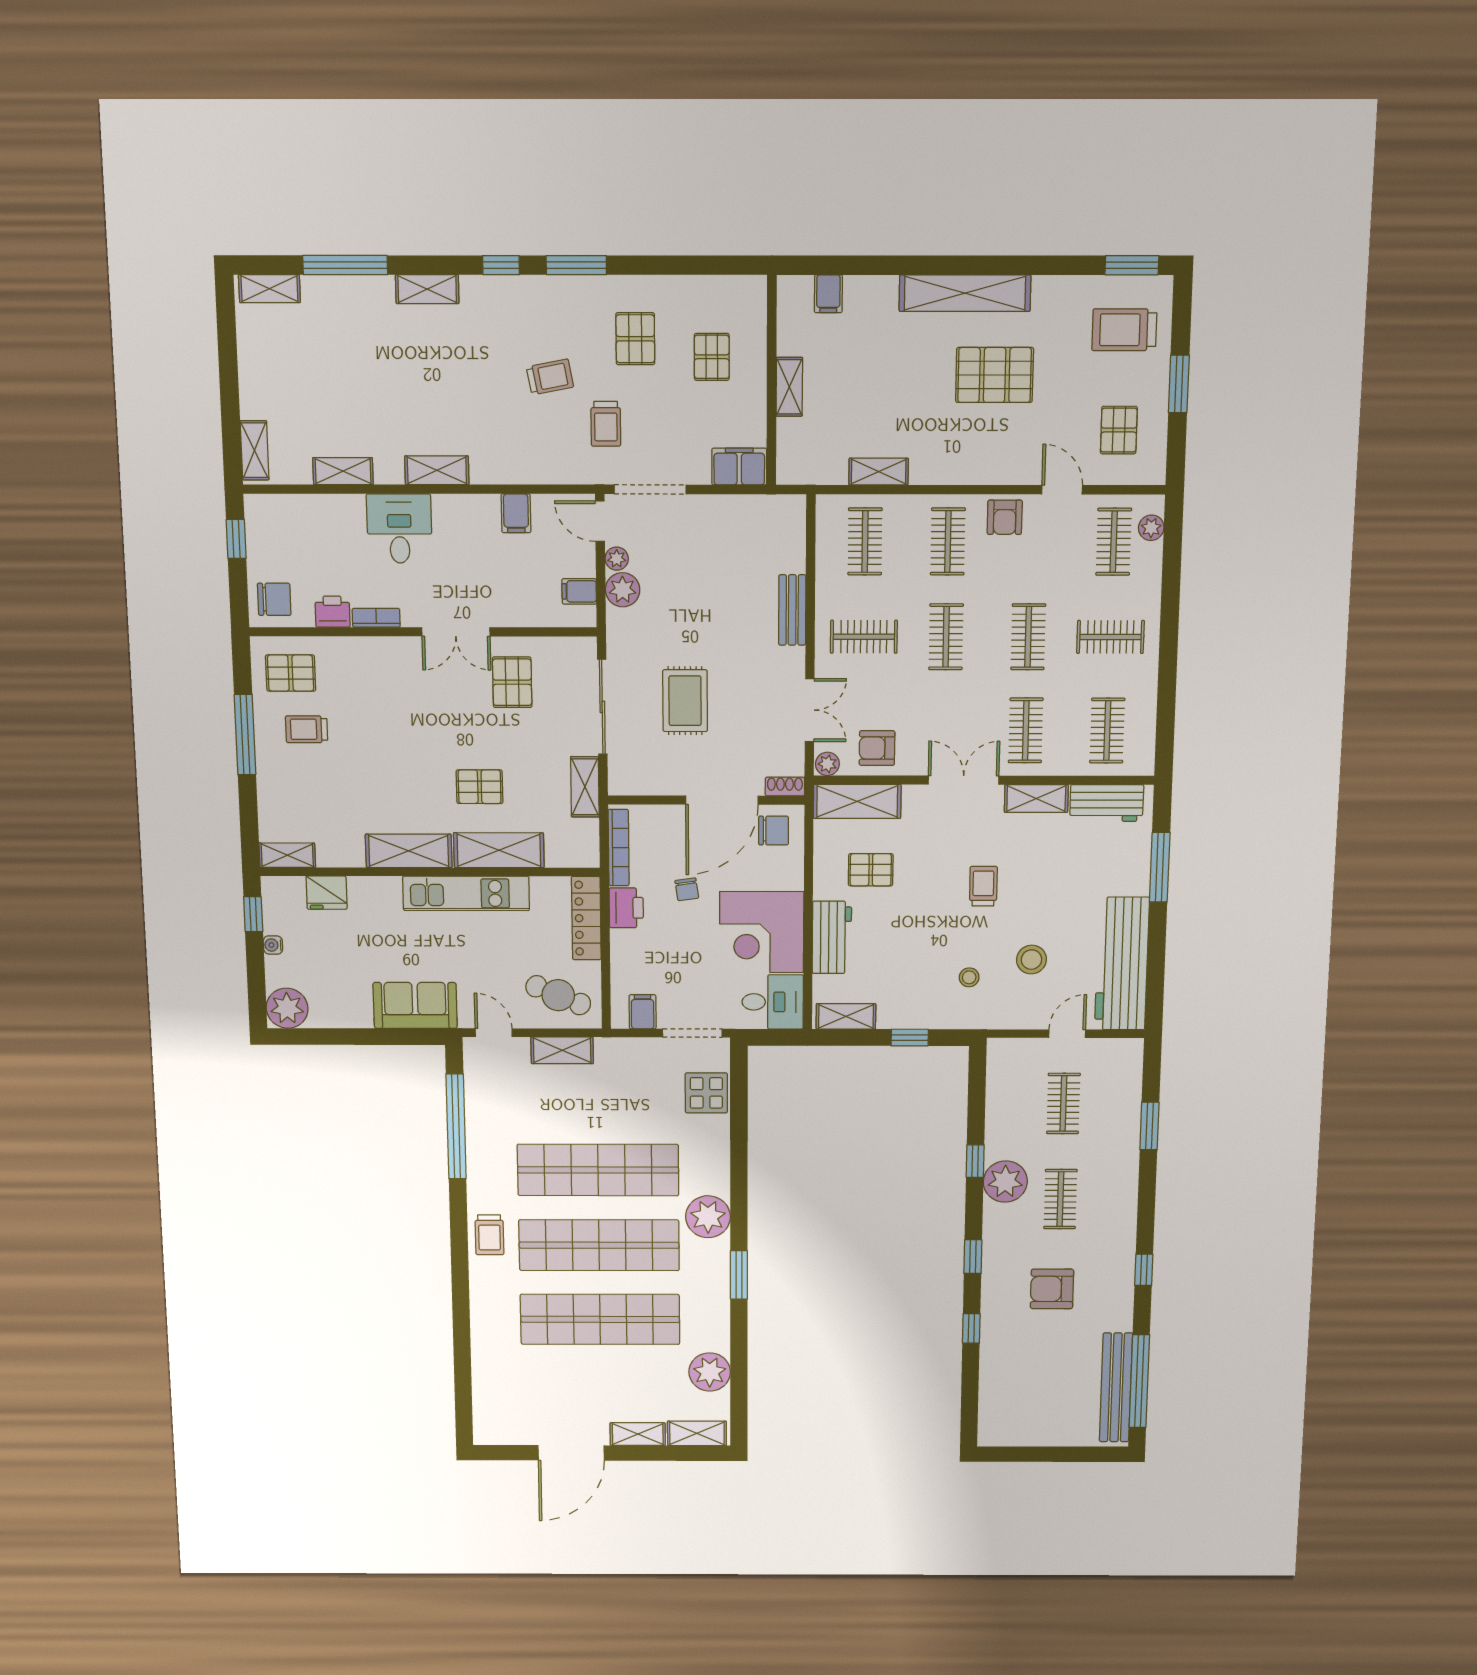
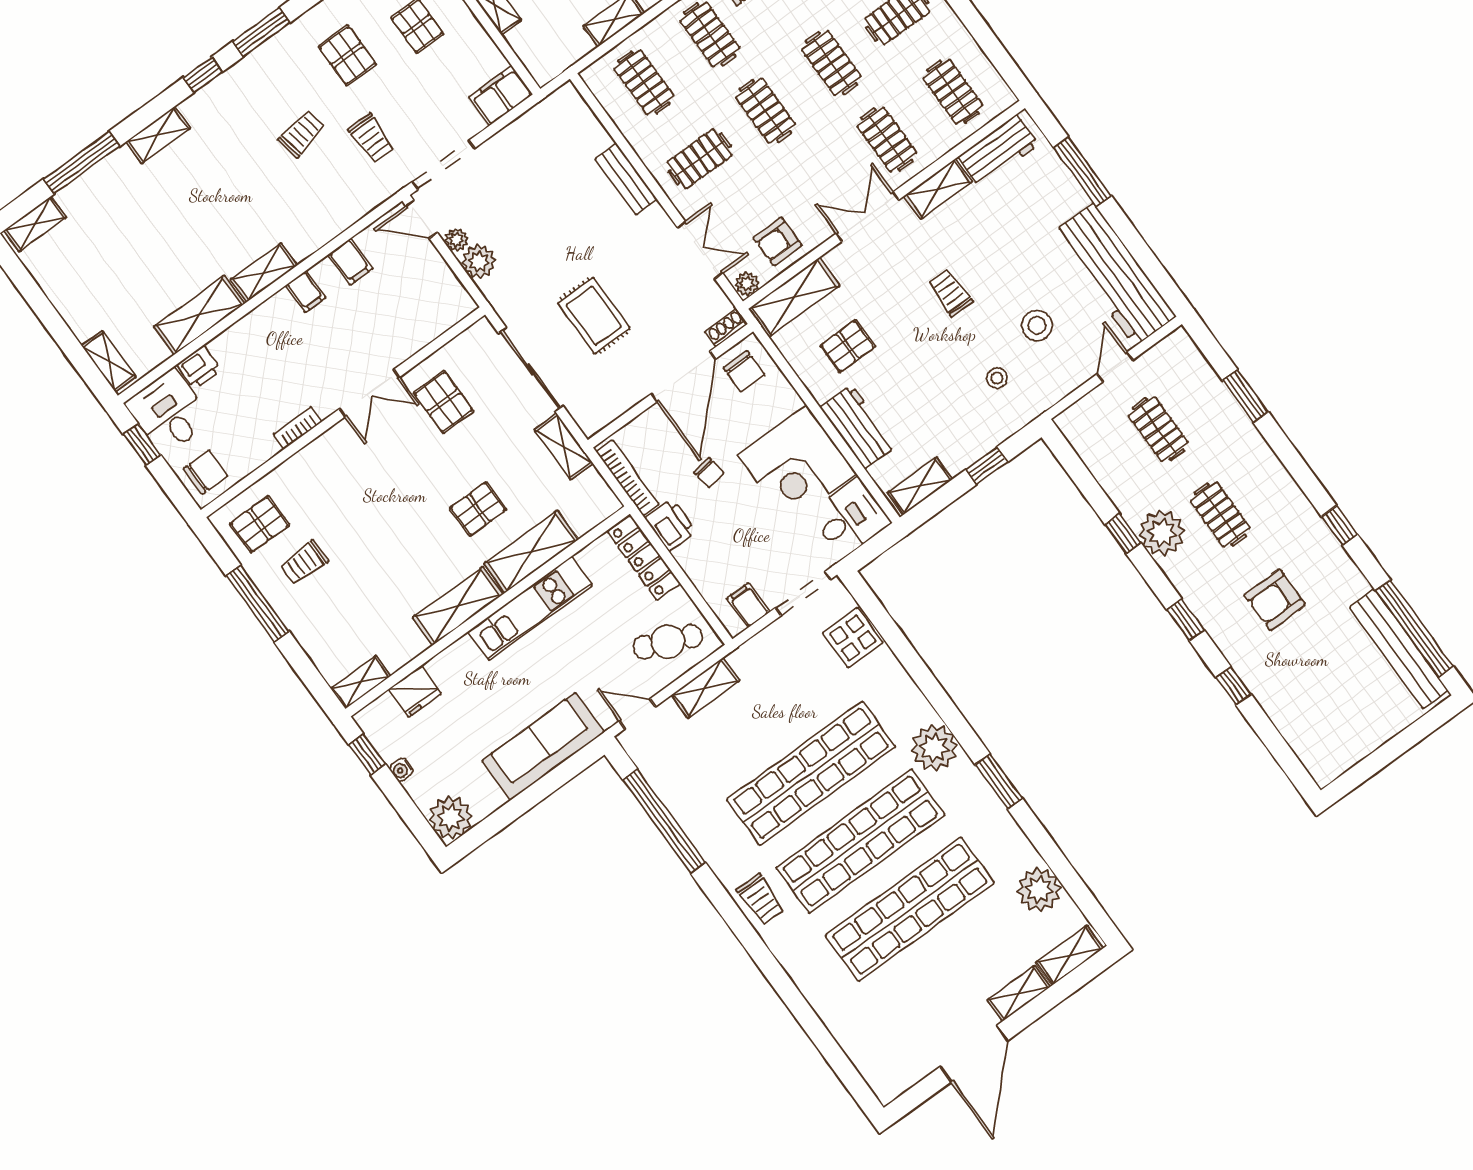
shelving: (343, 471) -> (199, 315), width x1.50, depth x1.33
desk: (399, 528) -> (169, 412), moved
filing cabinet: (579, 591) -> (306, 292), moved, turned -90
printer: (333, 612) -> (199, 367), moved, turned 180
chair: (774, 831) -> (744, 371), turned 90
sofa: (415, 1005) -> (543, 746), width x1.36

